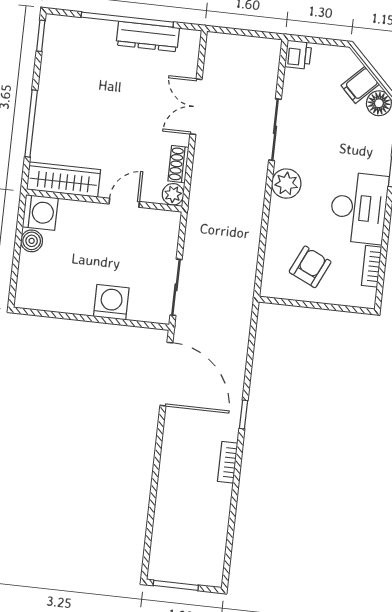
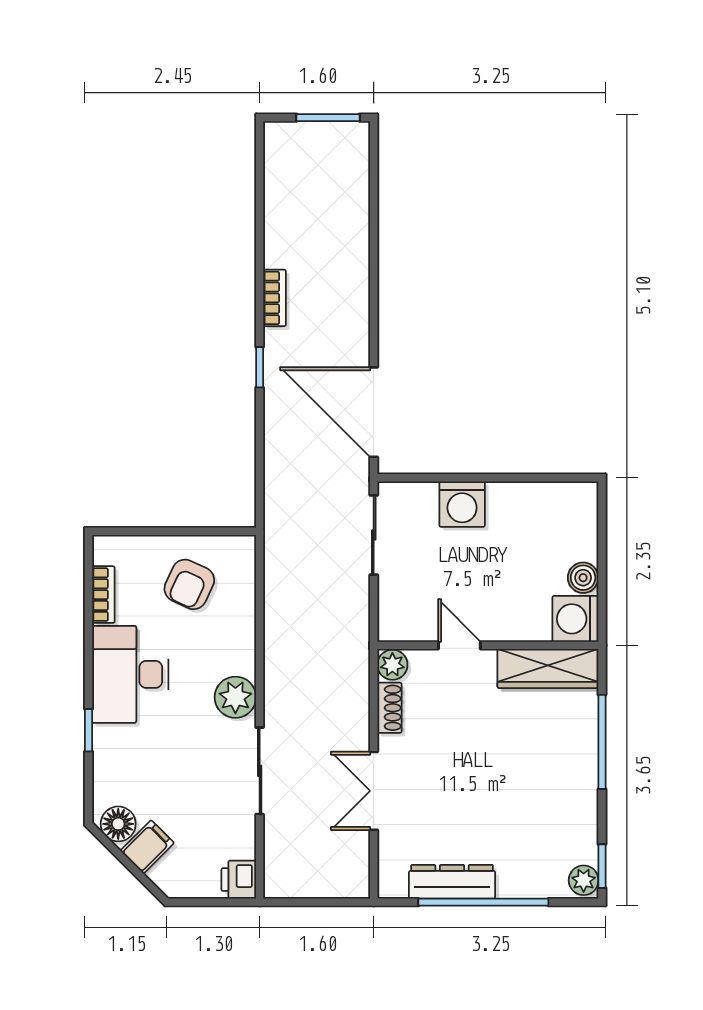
plant: (55, 27) -> (584, 880), added
double door: (196, 107) -> (374, 791), swing flipped
door: (124, 203) -> (459, 645), swing flipped

